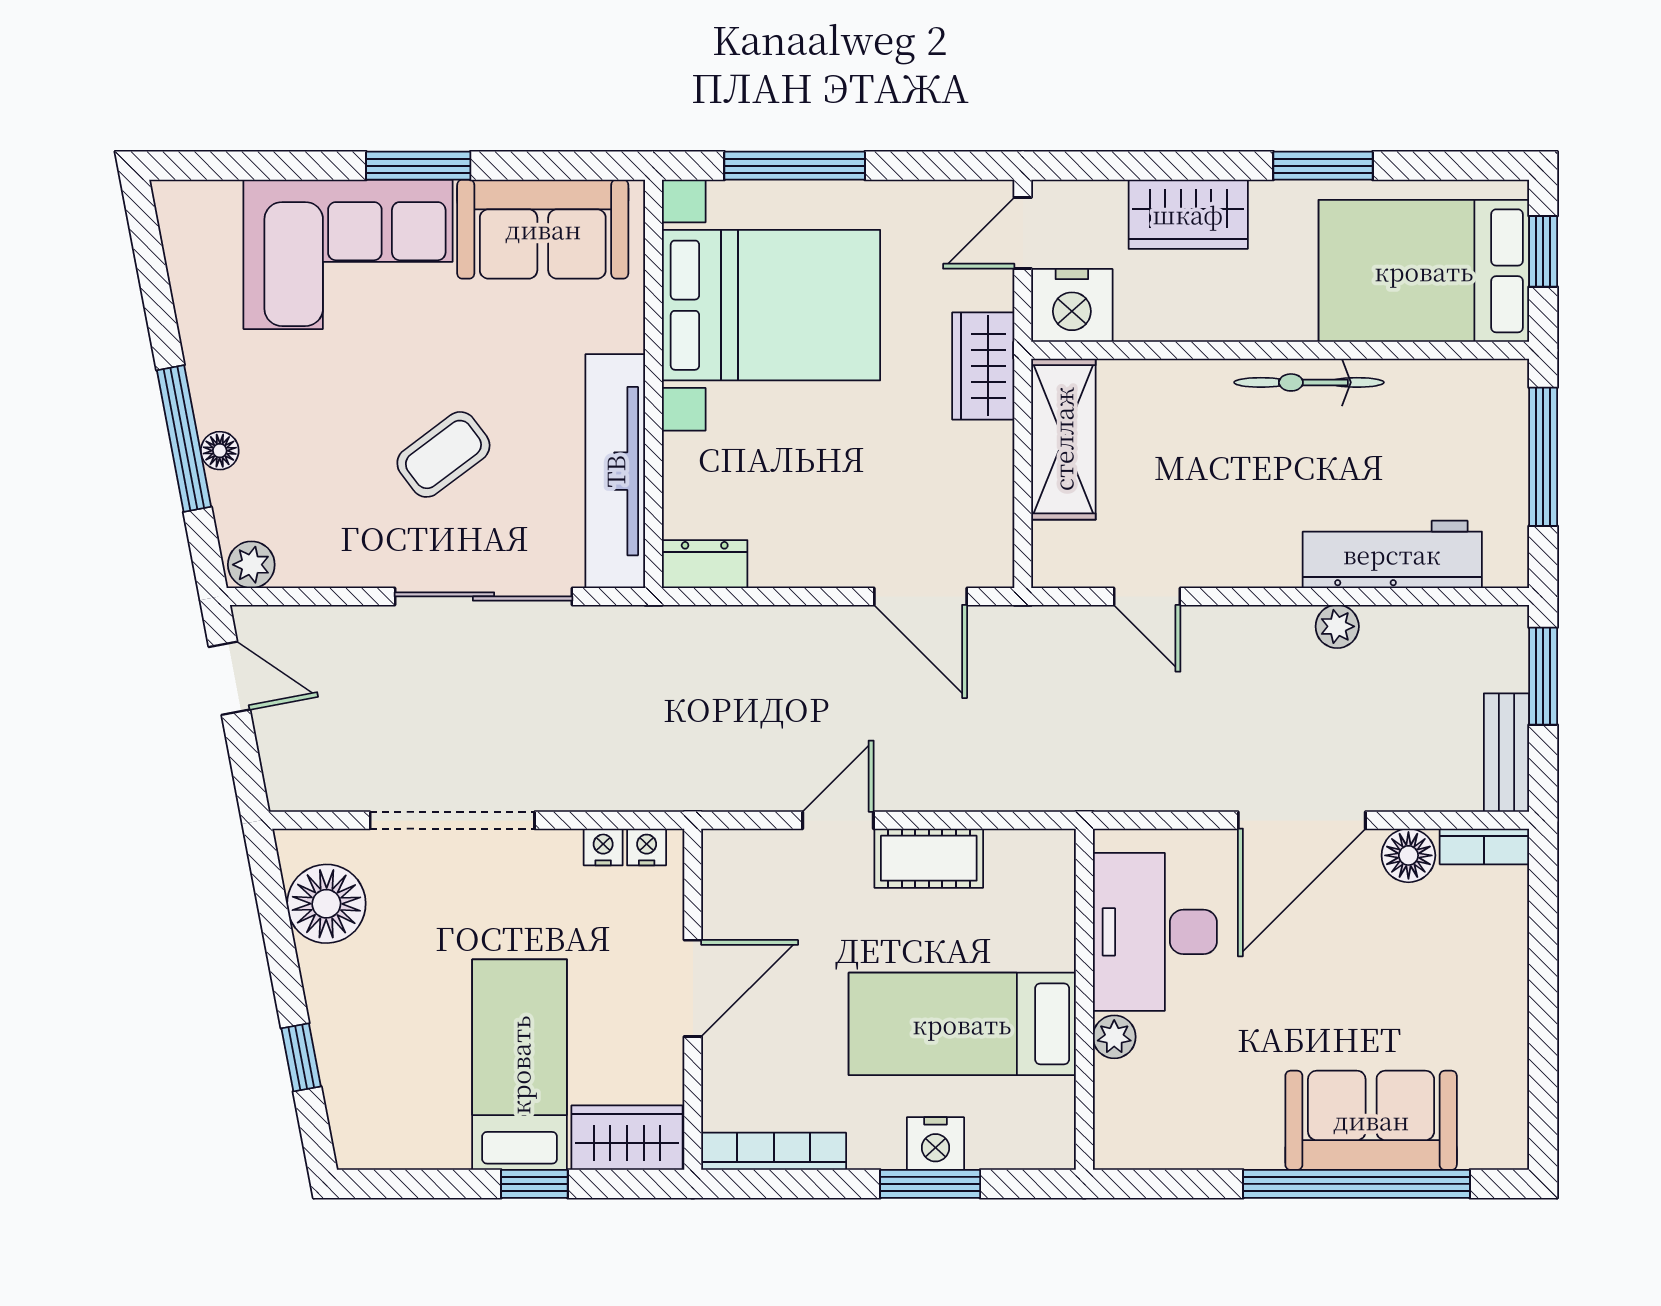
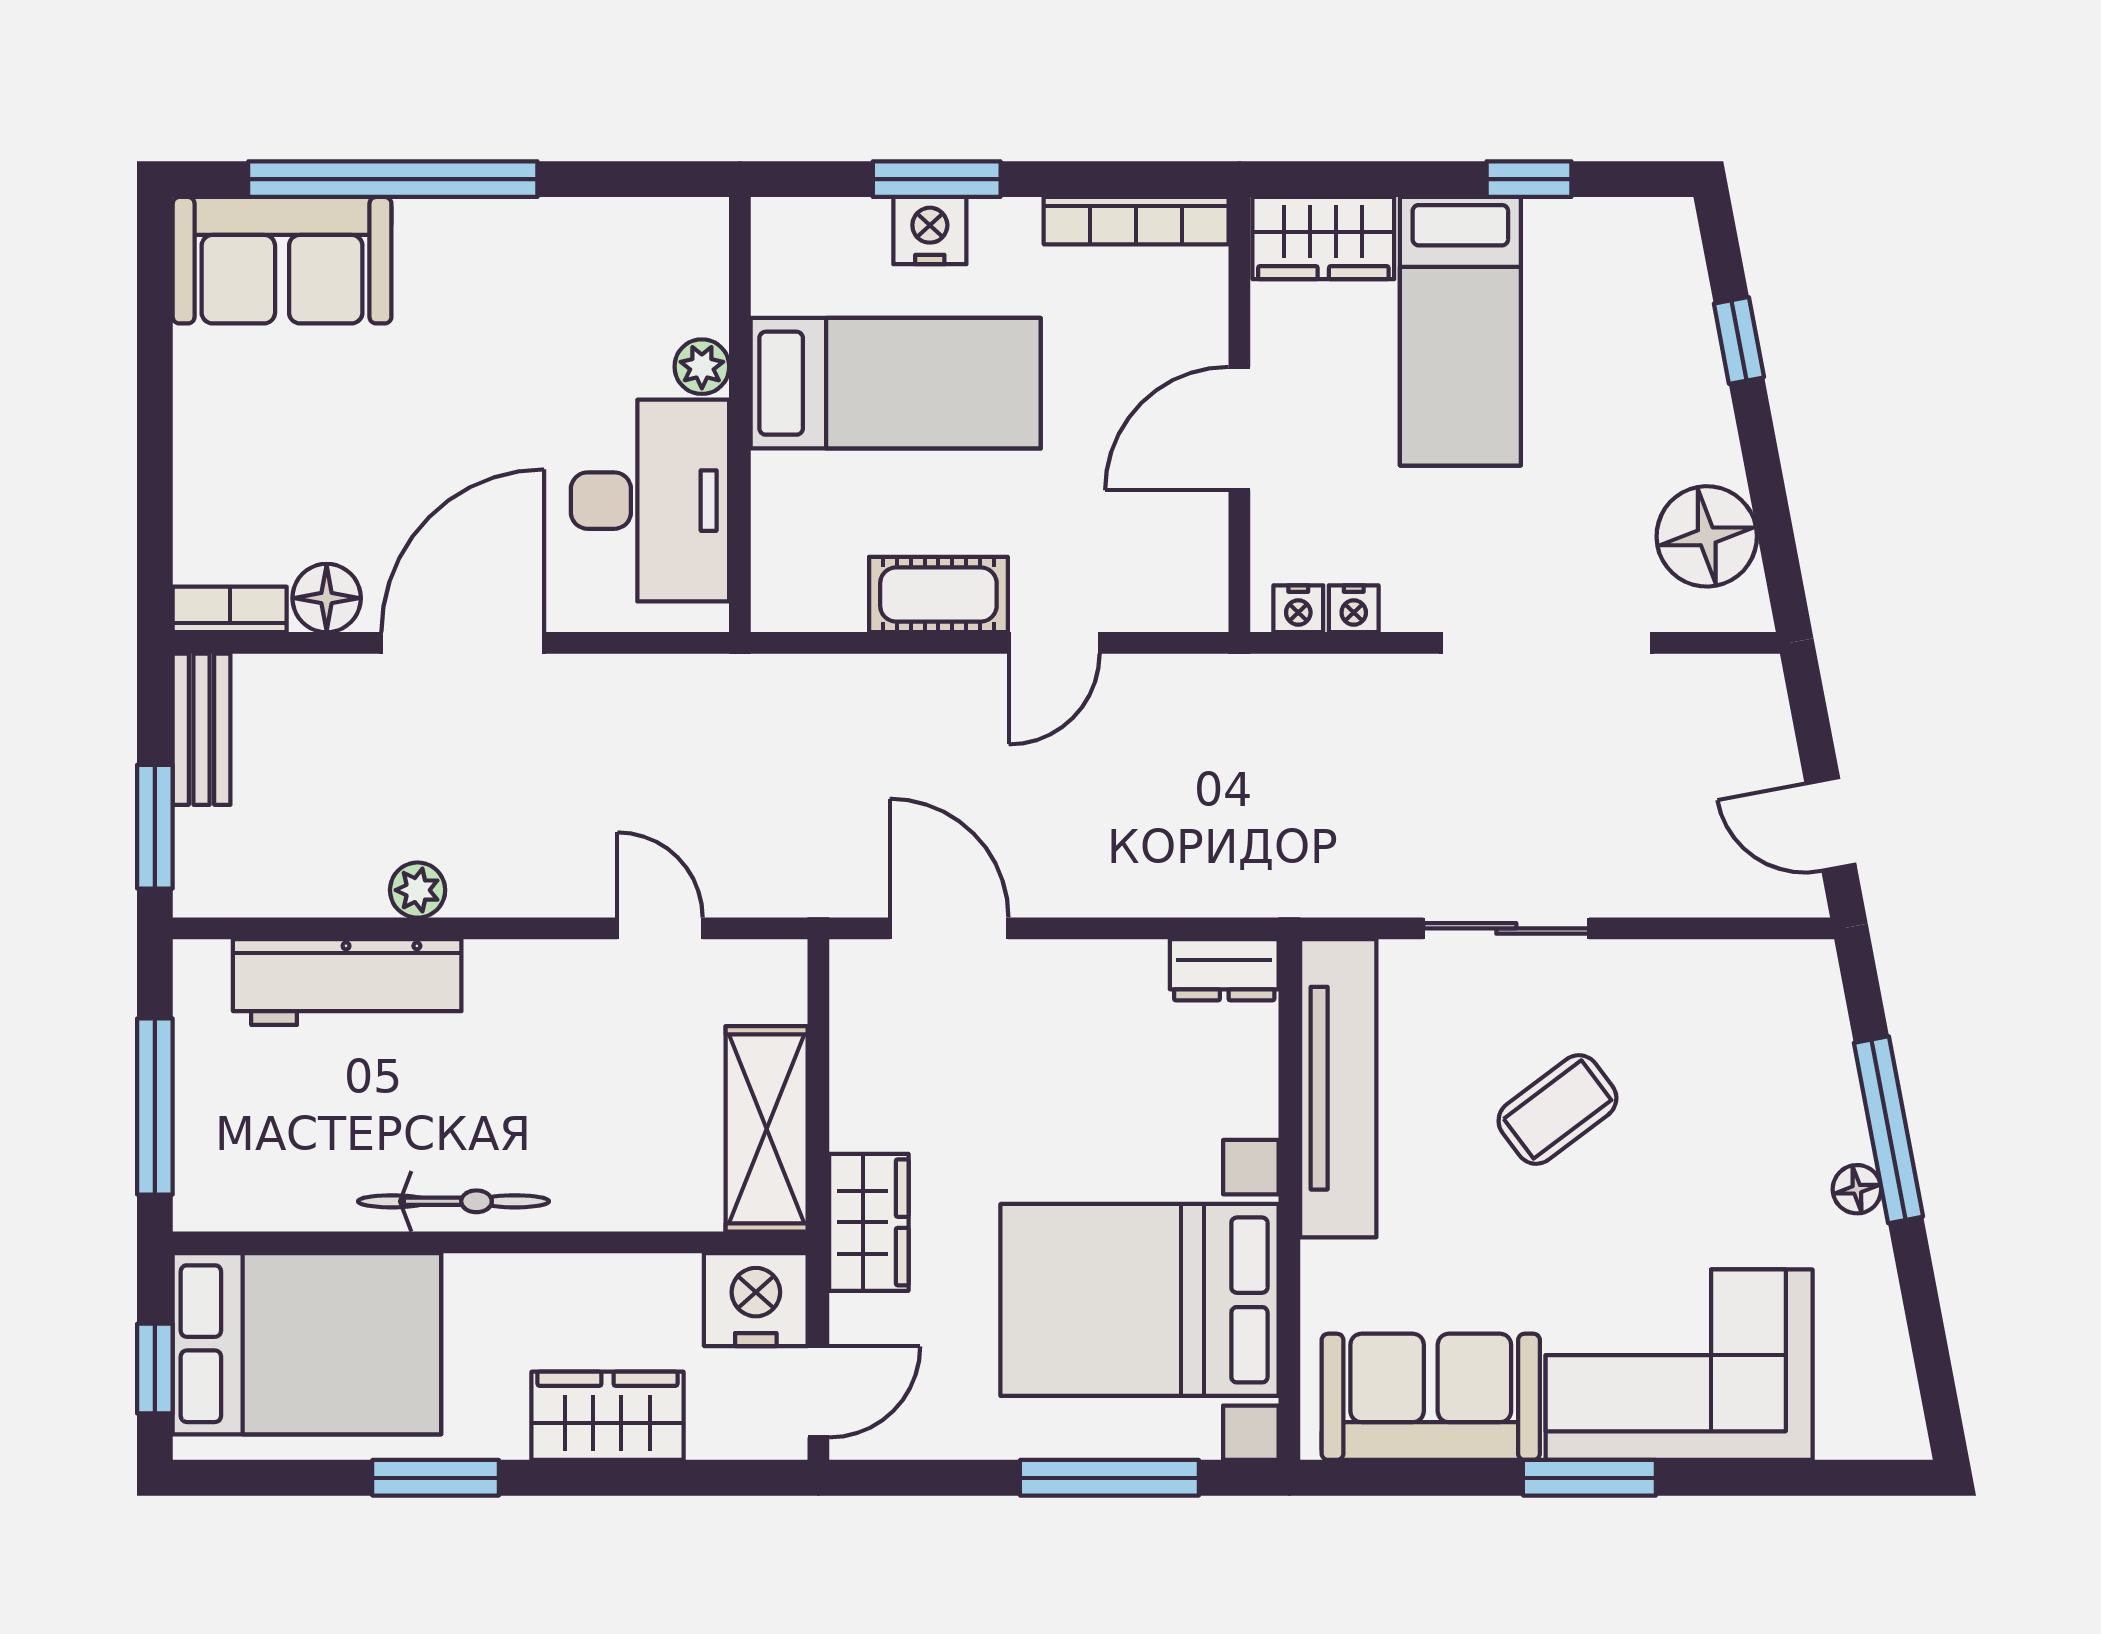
floor lamp: (220, 451) -> (1857, 1189), moved
plant: (251, 565) -> (1803, 969), removed
sliding door: (484, 596) -> (1506, 928), width x0.73
sofa: (1371, 1120) -> (282, 260), moved
window: (534, 1184) -> (1529, 179), moved

